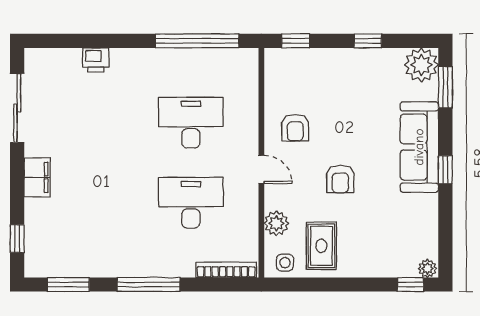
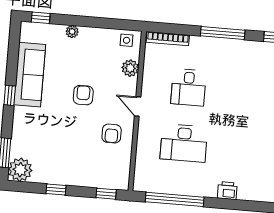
printer: (96, 60) -> (227, 191), moved
armchair: (295, 128) -> (112, 134), turned 180
sofa: (419, 147) -> (30, 75), moved
desk: (191, 203) -> (188, 87), width x0.73
rug: (321, 246) -> (100, 50), removed
plant: (427, 268) -> (72, 32), moved

